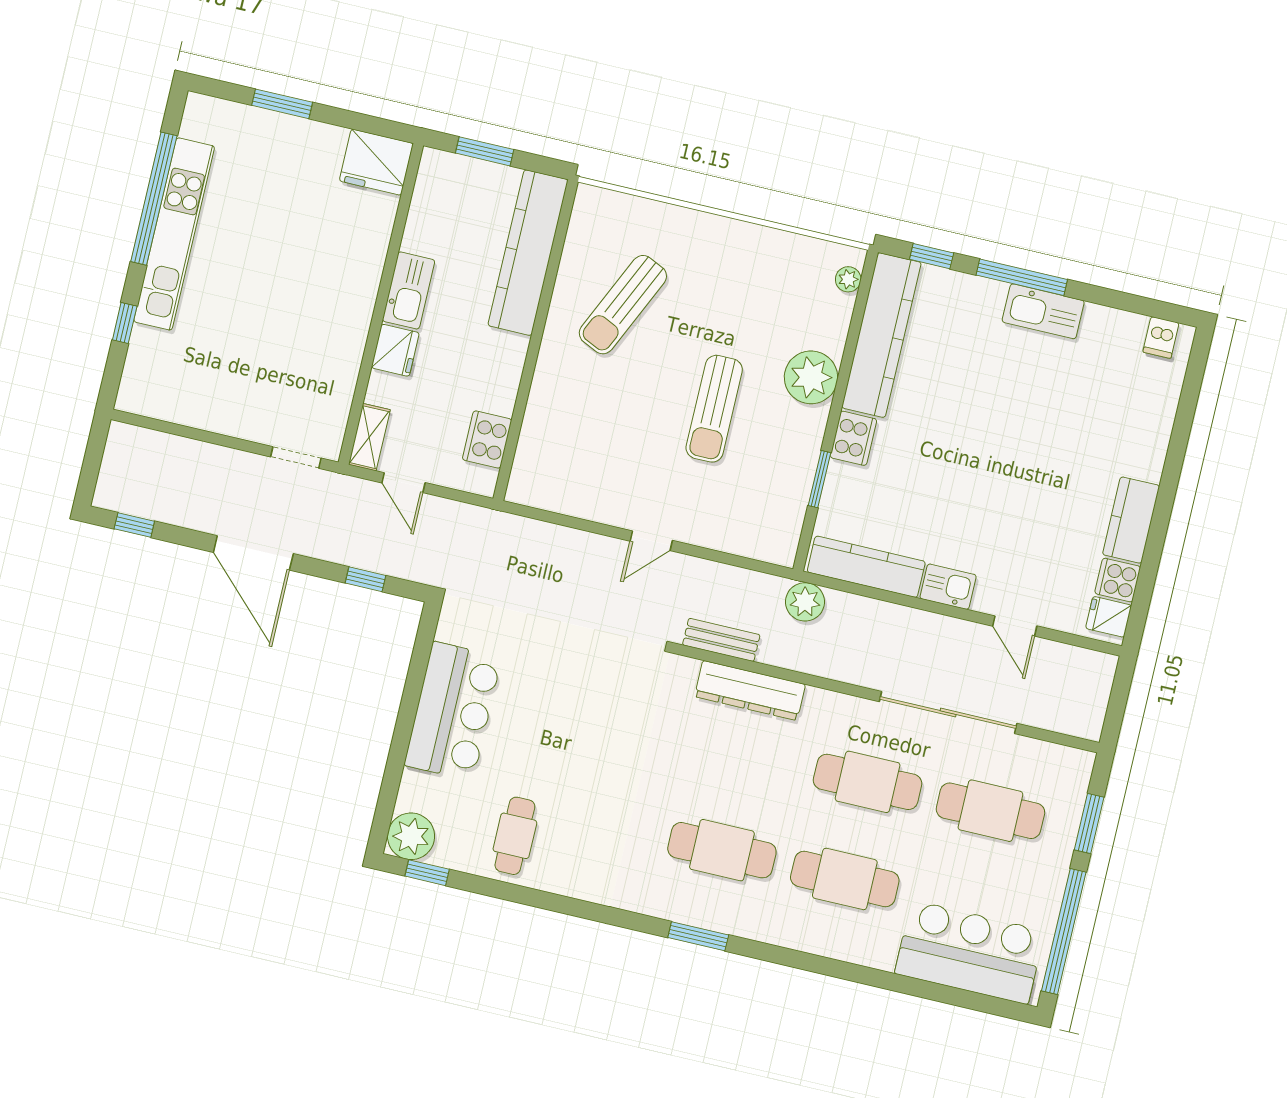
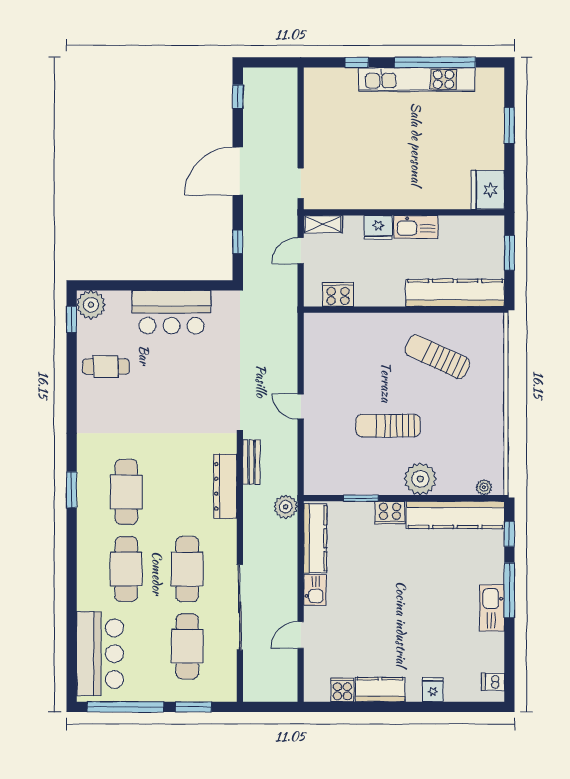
fridge: (1109, 617) -> (433, 690), moved

